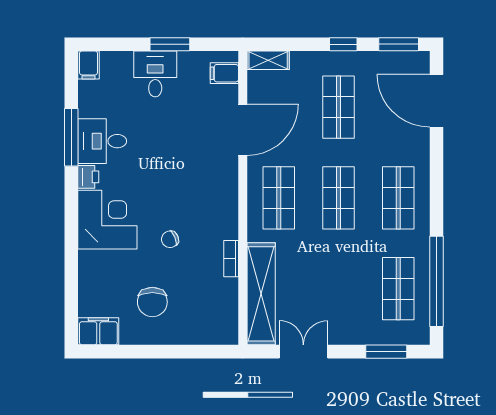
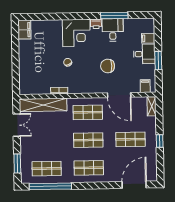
window: (399, 44) -> (160, 167), removed
filing cabinet: (88, 65) -> (148, 38), moved
chair: (152, 302) -> (108, 66), moved

